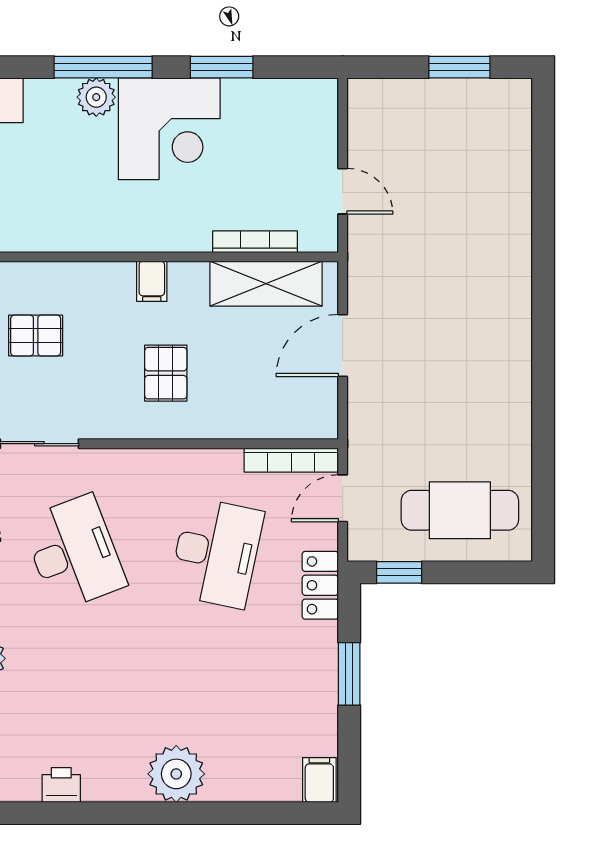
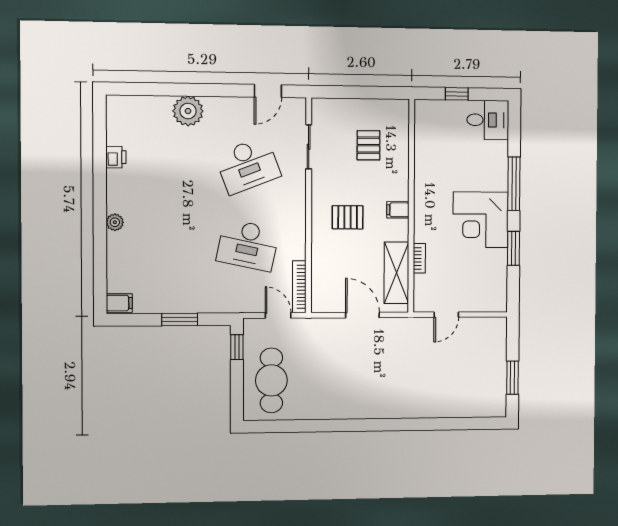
plant: (96, 97) -> (498, 180), removed
bookcase: (255, 242) -> (419, 258), width x0.64
locker: (320, 585) -> (230, 303), removed
plant: (176, 774) -> (115, 222), width x0.53, depth x0.53

